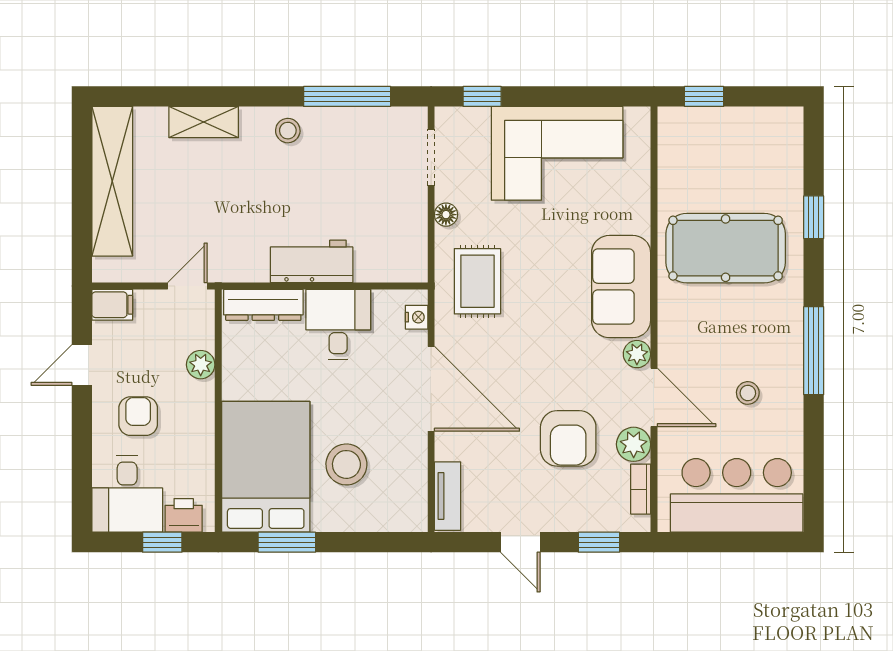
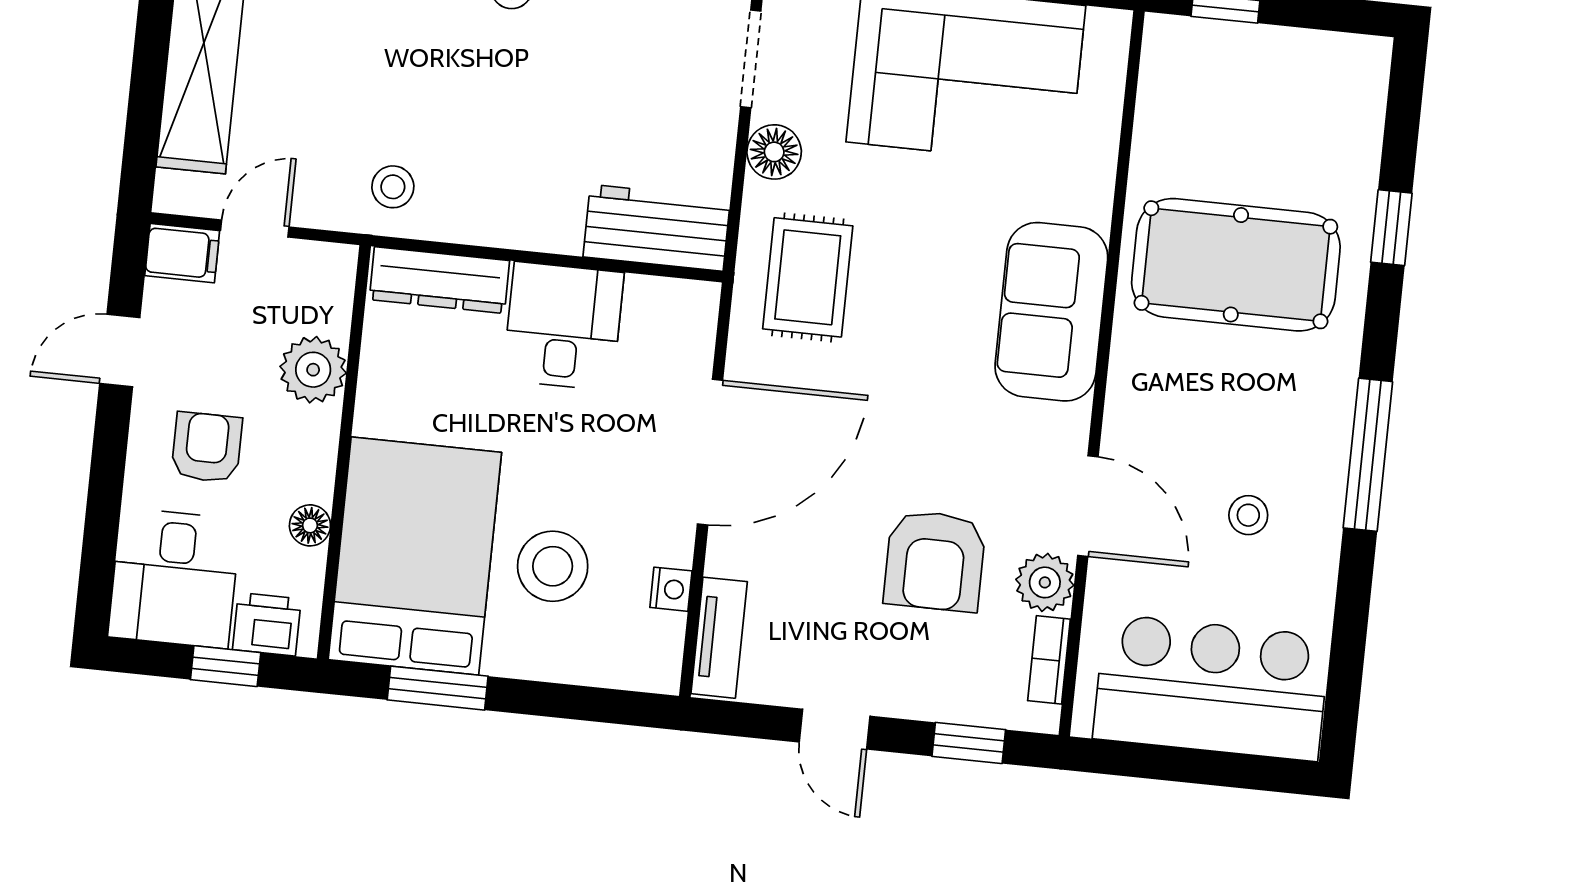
floor lamp: (446, 215) -> (774, 152), width x1.37, depth x1.37
stool: (231, 253) -> (393, 187), added
workbench: (312, 261) -> (657, 228), moved
door: (187, 286) -> (255, 229), moved
nightstand: (417, 317) -> (671, 589), moved
plant: (637, 354) -> (1067, 429), removed
plant: (201, 365) -> (313, 370), width x1.38, depth x1.38
door: (431, 389) -> (710, 452), hinge flipped
floor lamp: (203, 455) -> (310, 525), added

